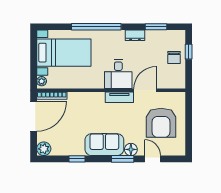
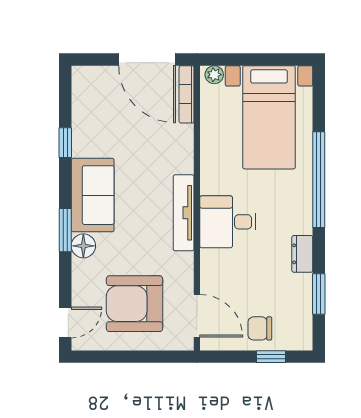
door: (145, 90) -> (197, 316), moved
tv unit: (119, 97) -> (184, 213), width x1.41
plant: (44, 149) -> (85, 79), removed
door: (153, 159) -> (65, 322), moved

